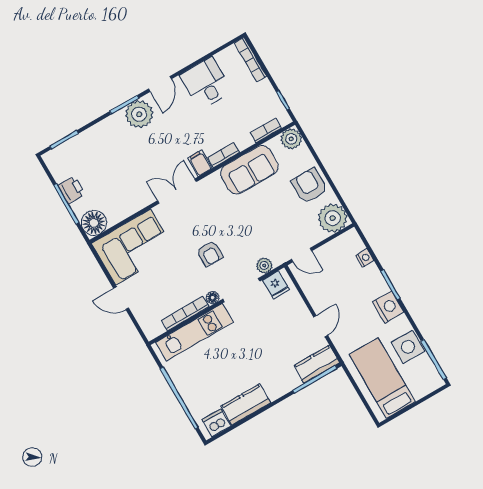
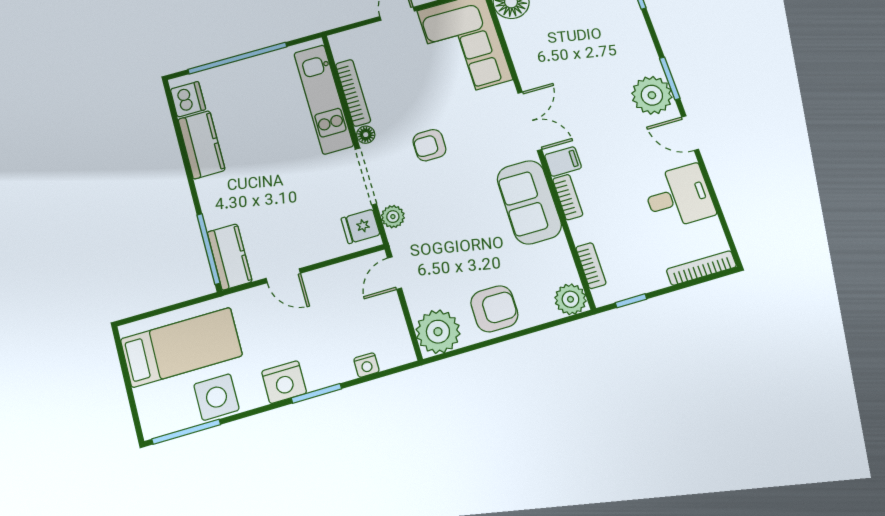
sofa: (249, 170) -> (529, 202), moved

